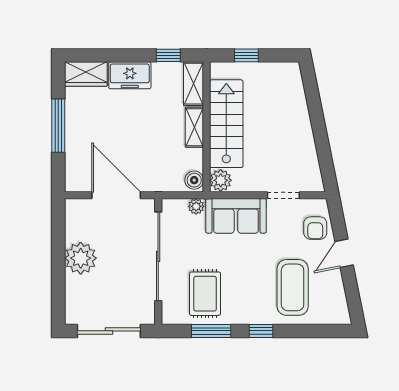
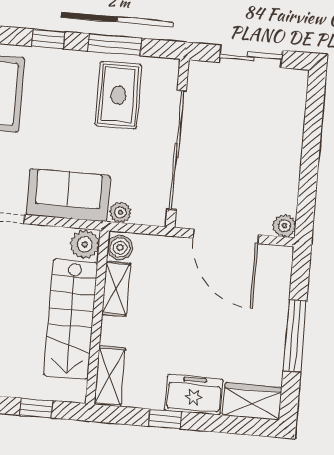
window: (168, 55) -> (165, 419), moved
shelving: (194, 127) -> (116, 289), moved
plant: (81, 258) -> (284, 226), moved, width x0.53, depth x0.53
sliding door: (109, 331) -> (251, 56), width x0.73

